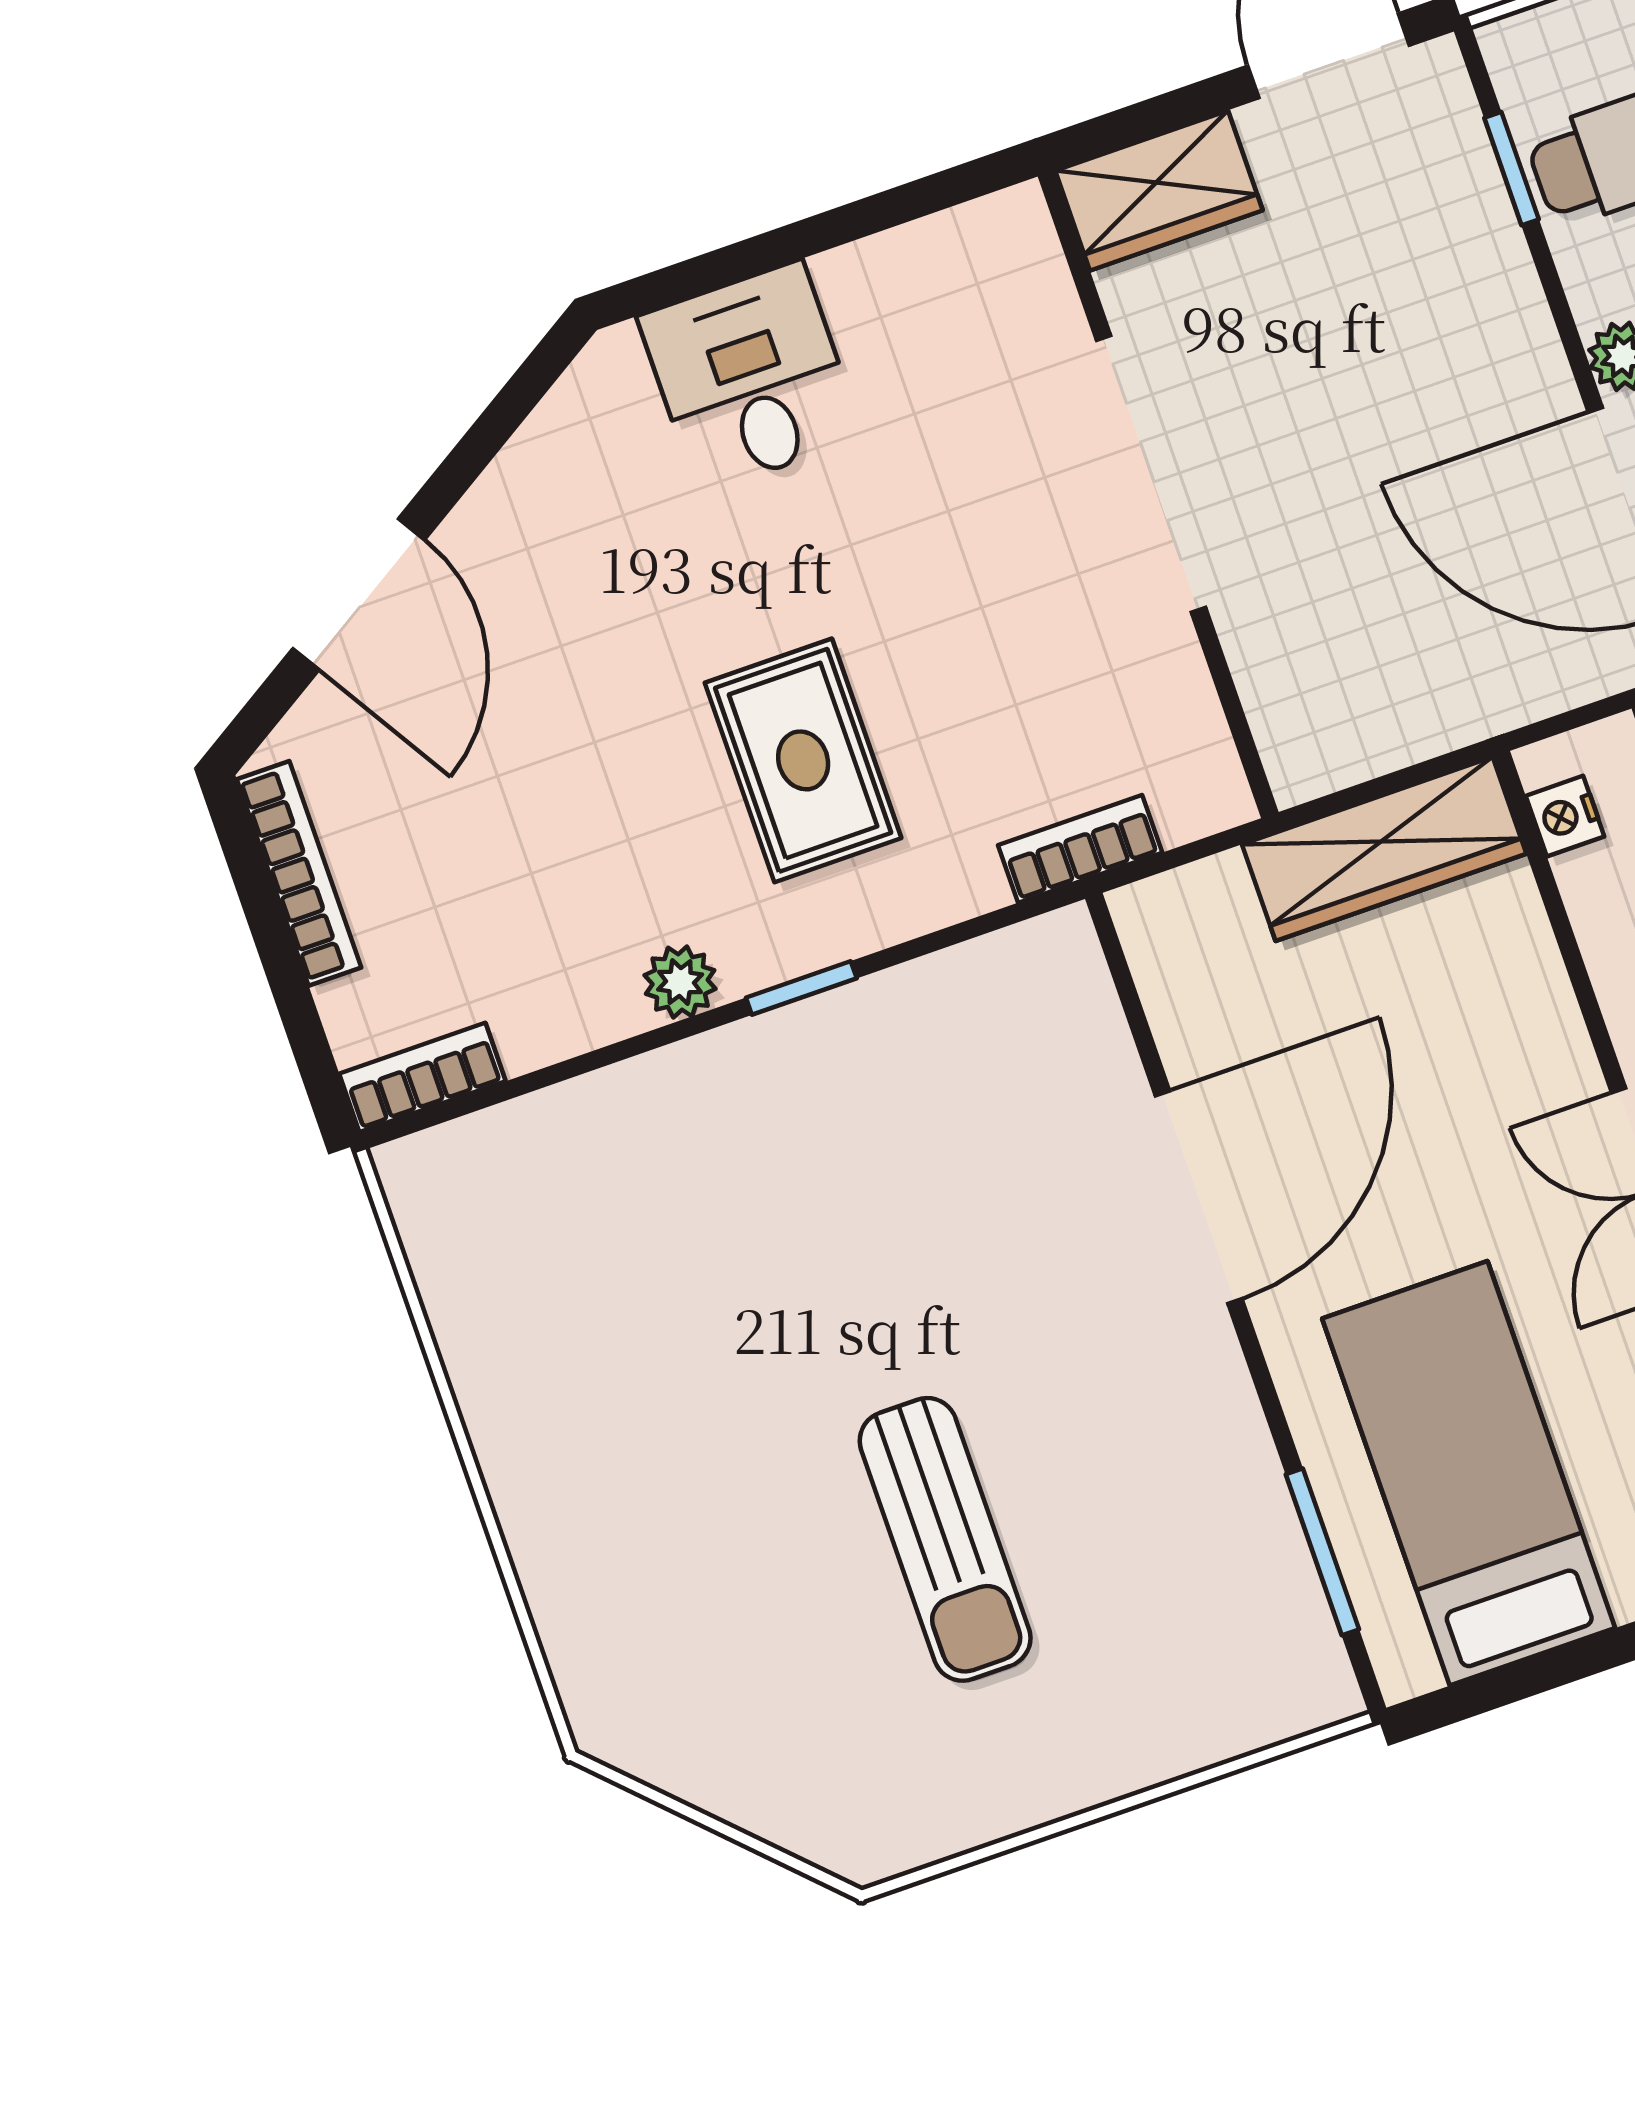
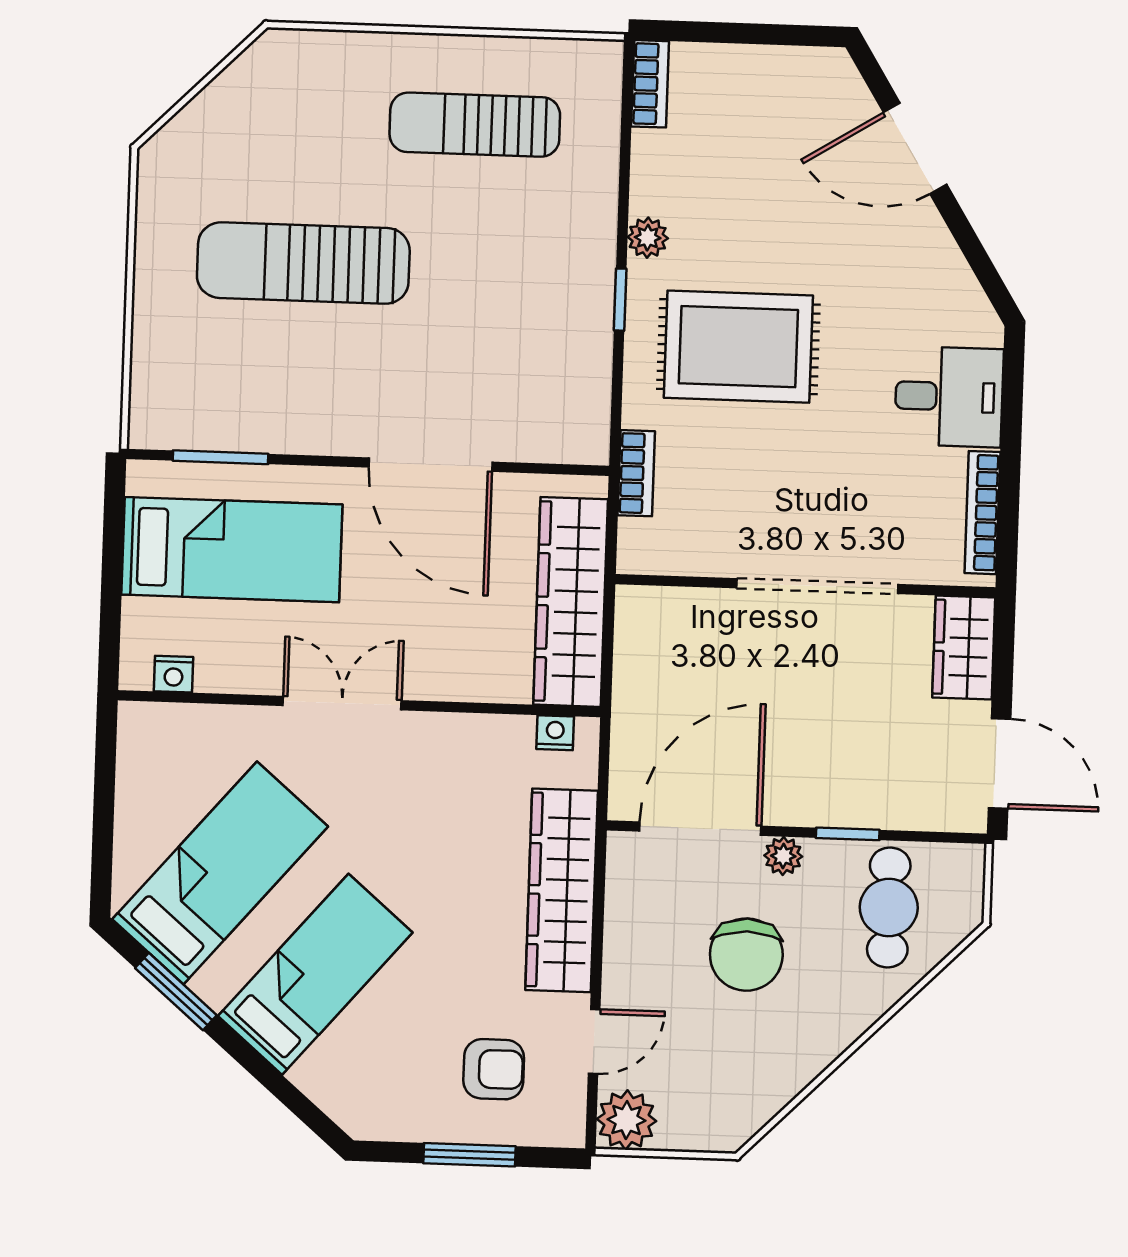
window: (1511, 169) -> (848, 834), moved
rug: (803, 760) -> (738, 347), width x1.36, depth x1.43
wardrobe: (1384, 849) -> (571, 602), width x1.40, depth x1.17
bookcase: (299, 873) -> (982, 513), moved, turned 90
sun lounger: (604, 1343) -> (475, 125), added
sun lounger: (945, 1539) -> (303, 263), width x1.36, depth x1.34

